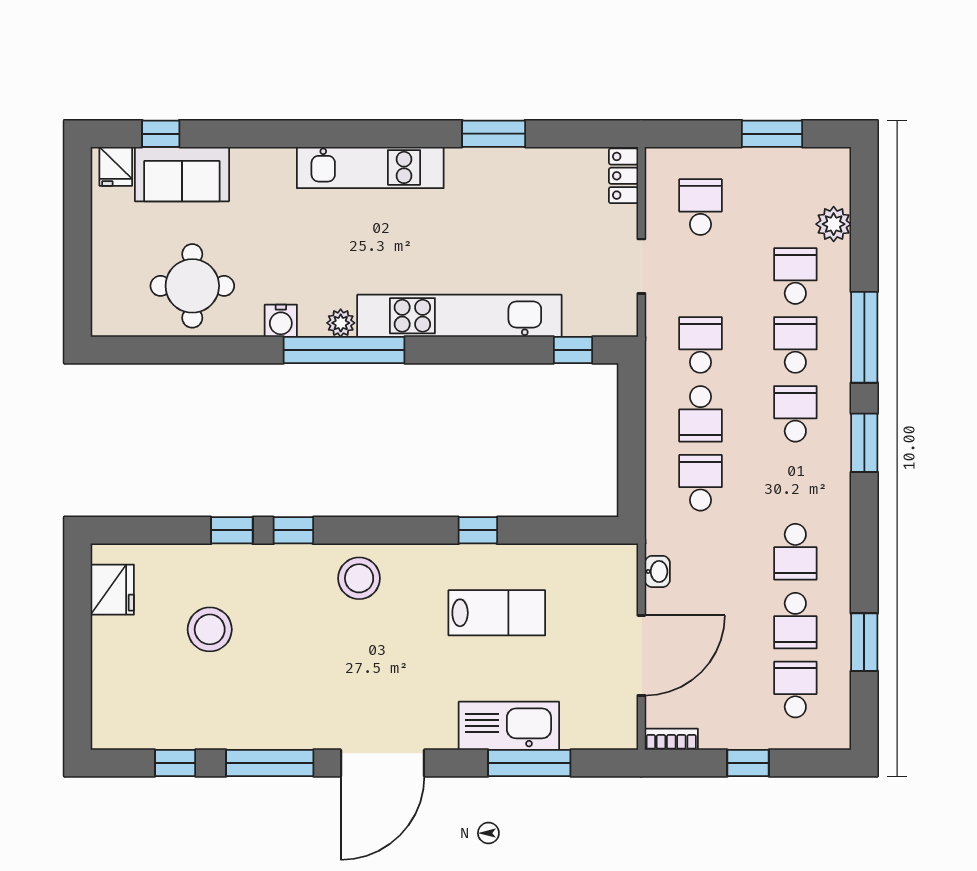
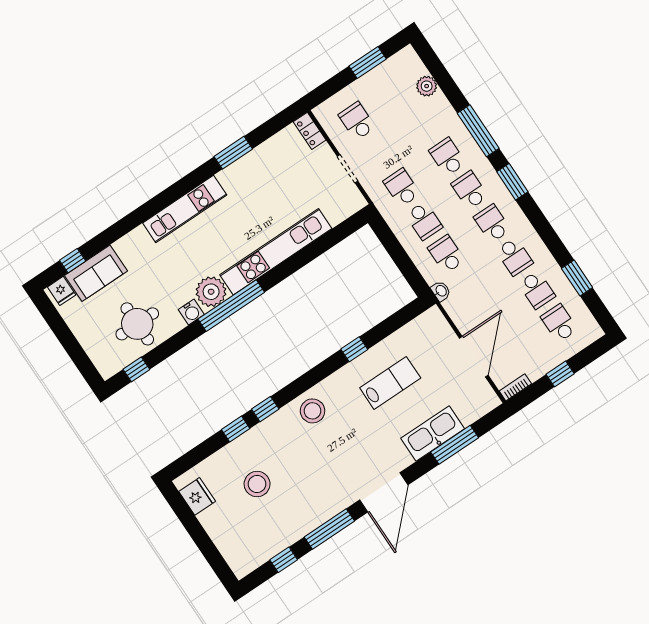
school desk: (795, 276) -> (492, 223), moved
plant: (341, 323) -> (211, 292), width x1.88, depth x1.88
window: (573, 350) -> (136, 369), moved
washbasin: (657, 571) -> (441, 291), moved

